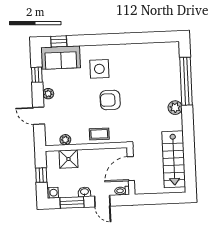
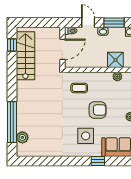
window: (59, 41) -> (98, 161), moved
armchair: (110, 100) -> (98, 110), moved
plant: (175, 108) -> (22, 137), moved
coffee table: (99, 134) -> (79, 88), moved
window: (190, 171) -> (12, 45), added

